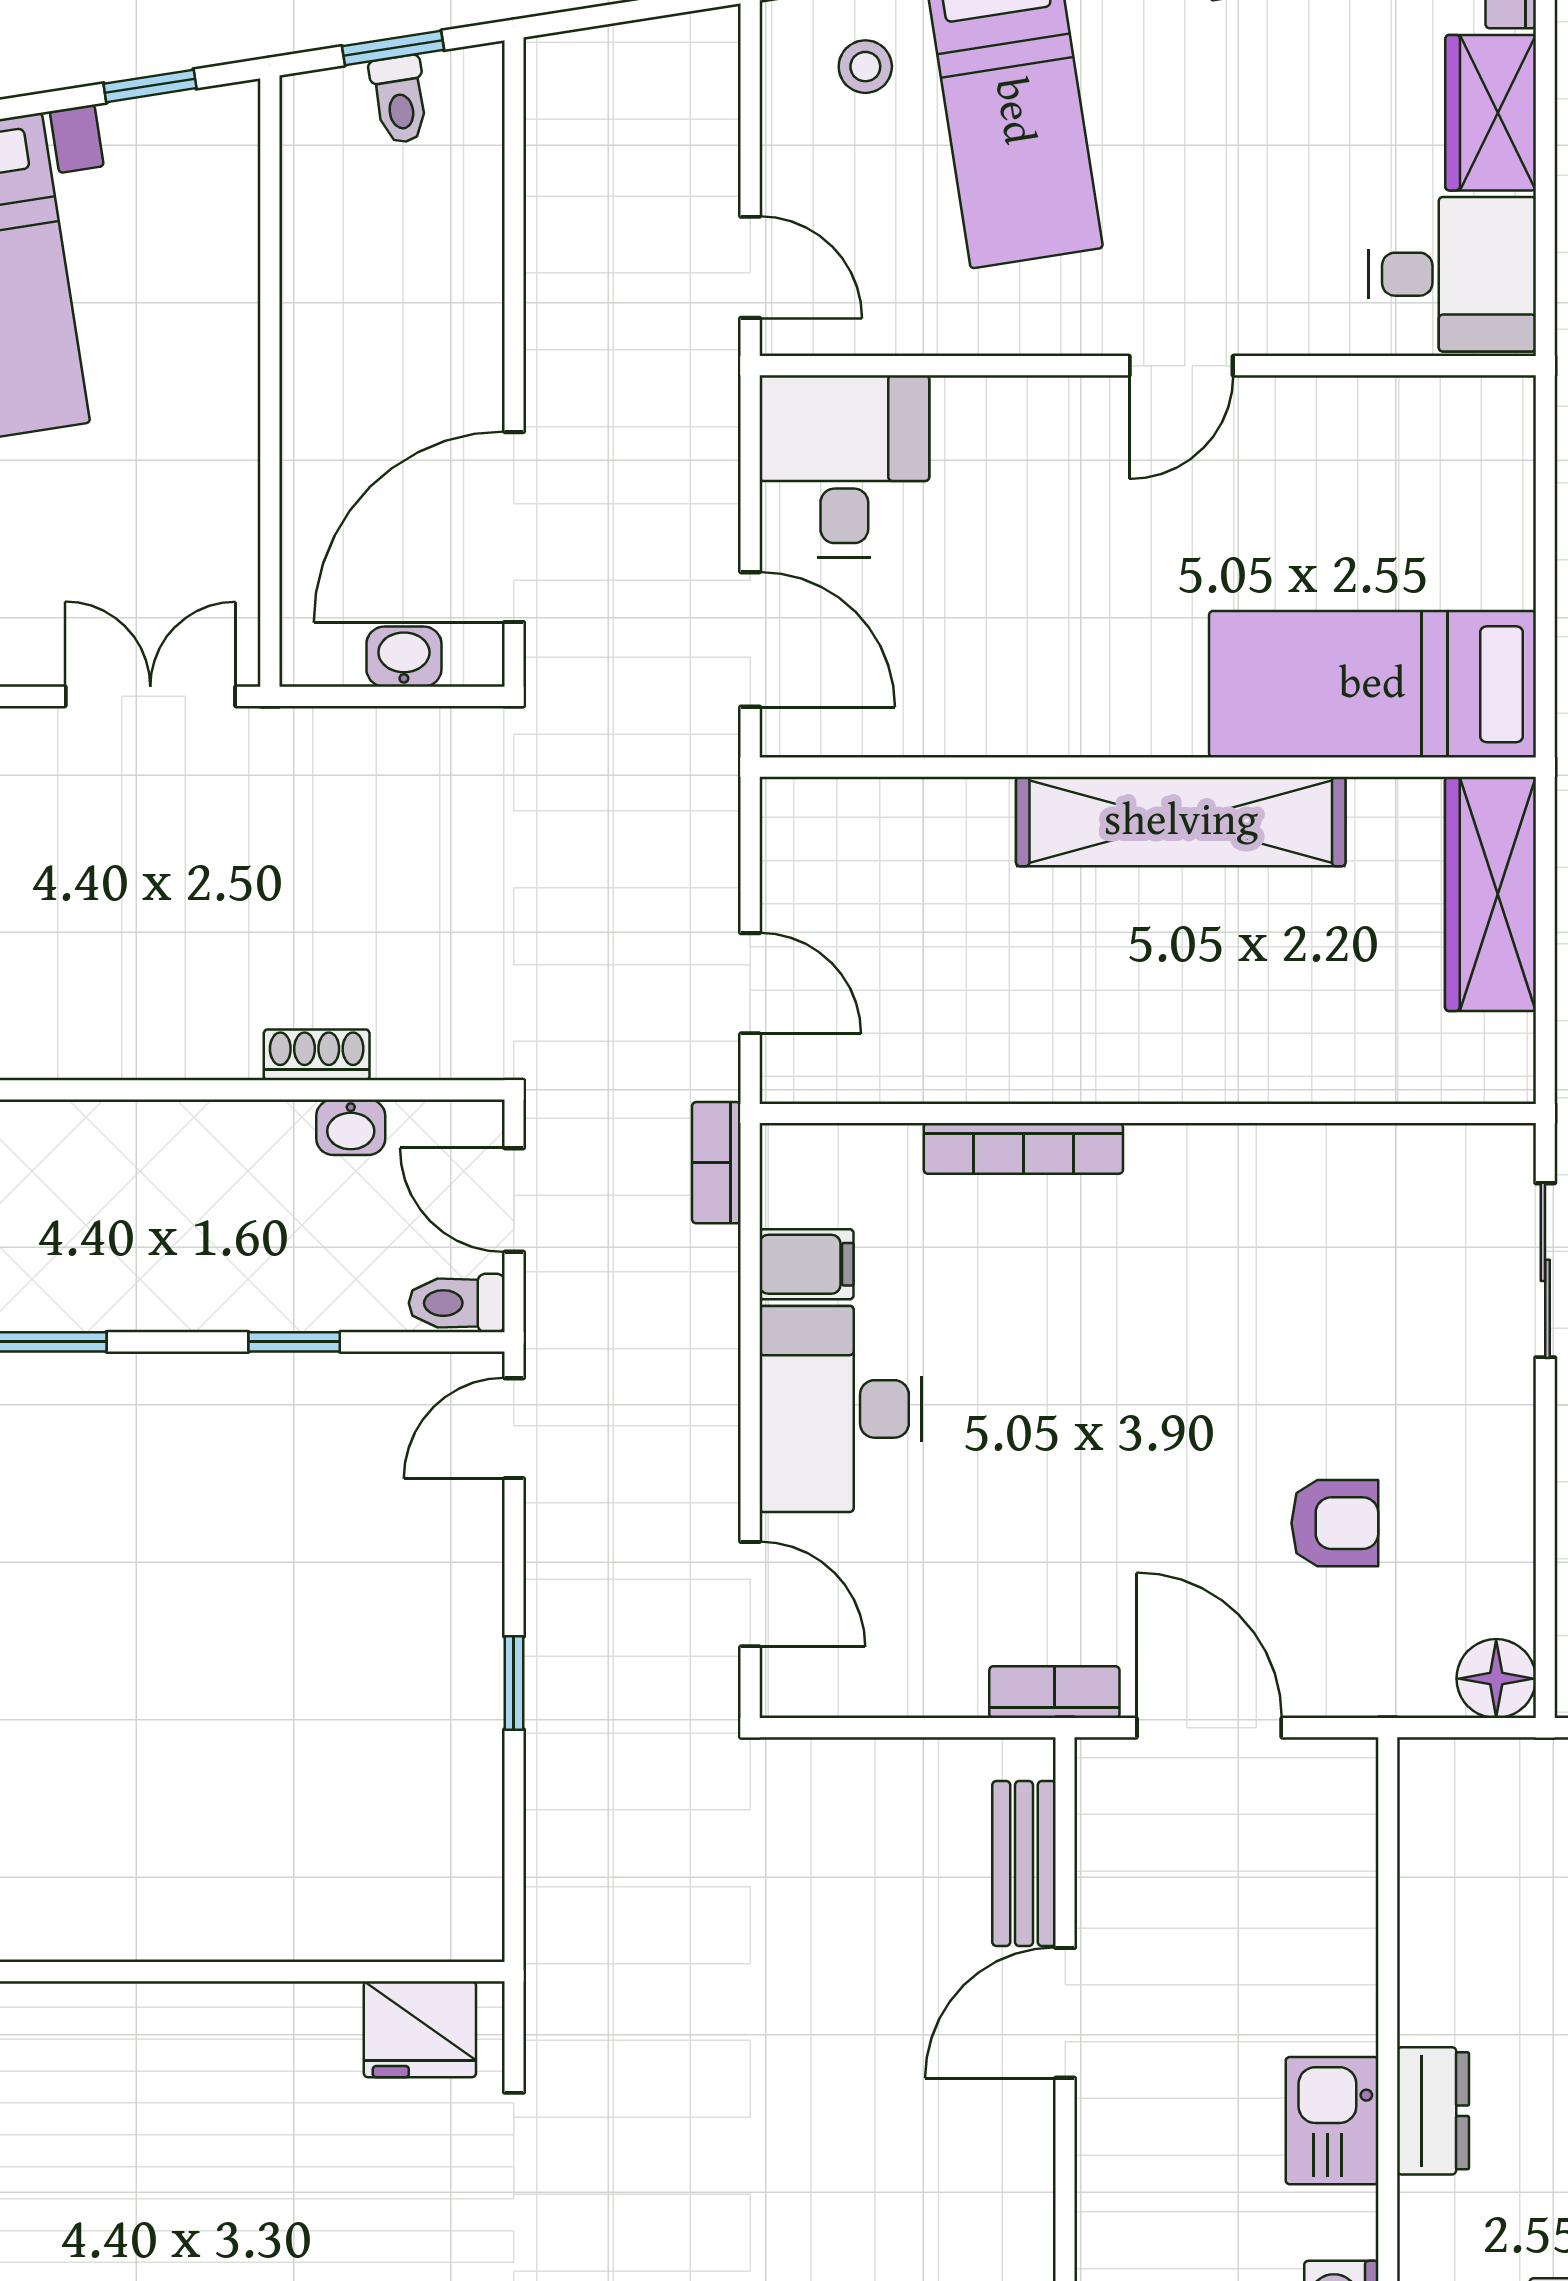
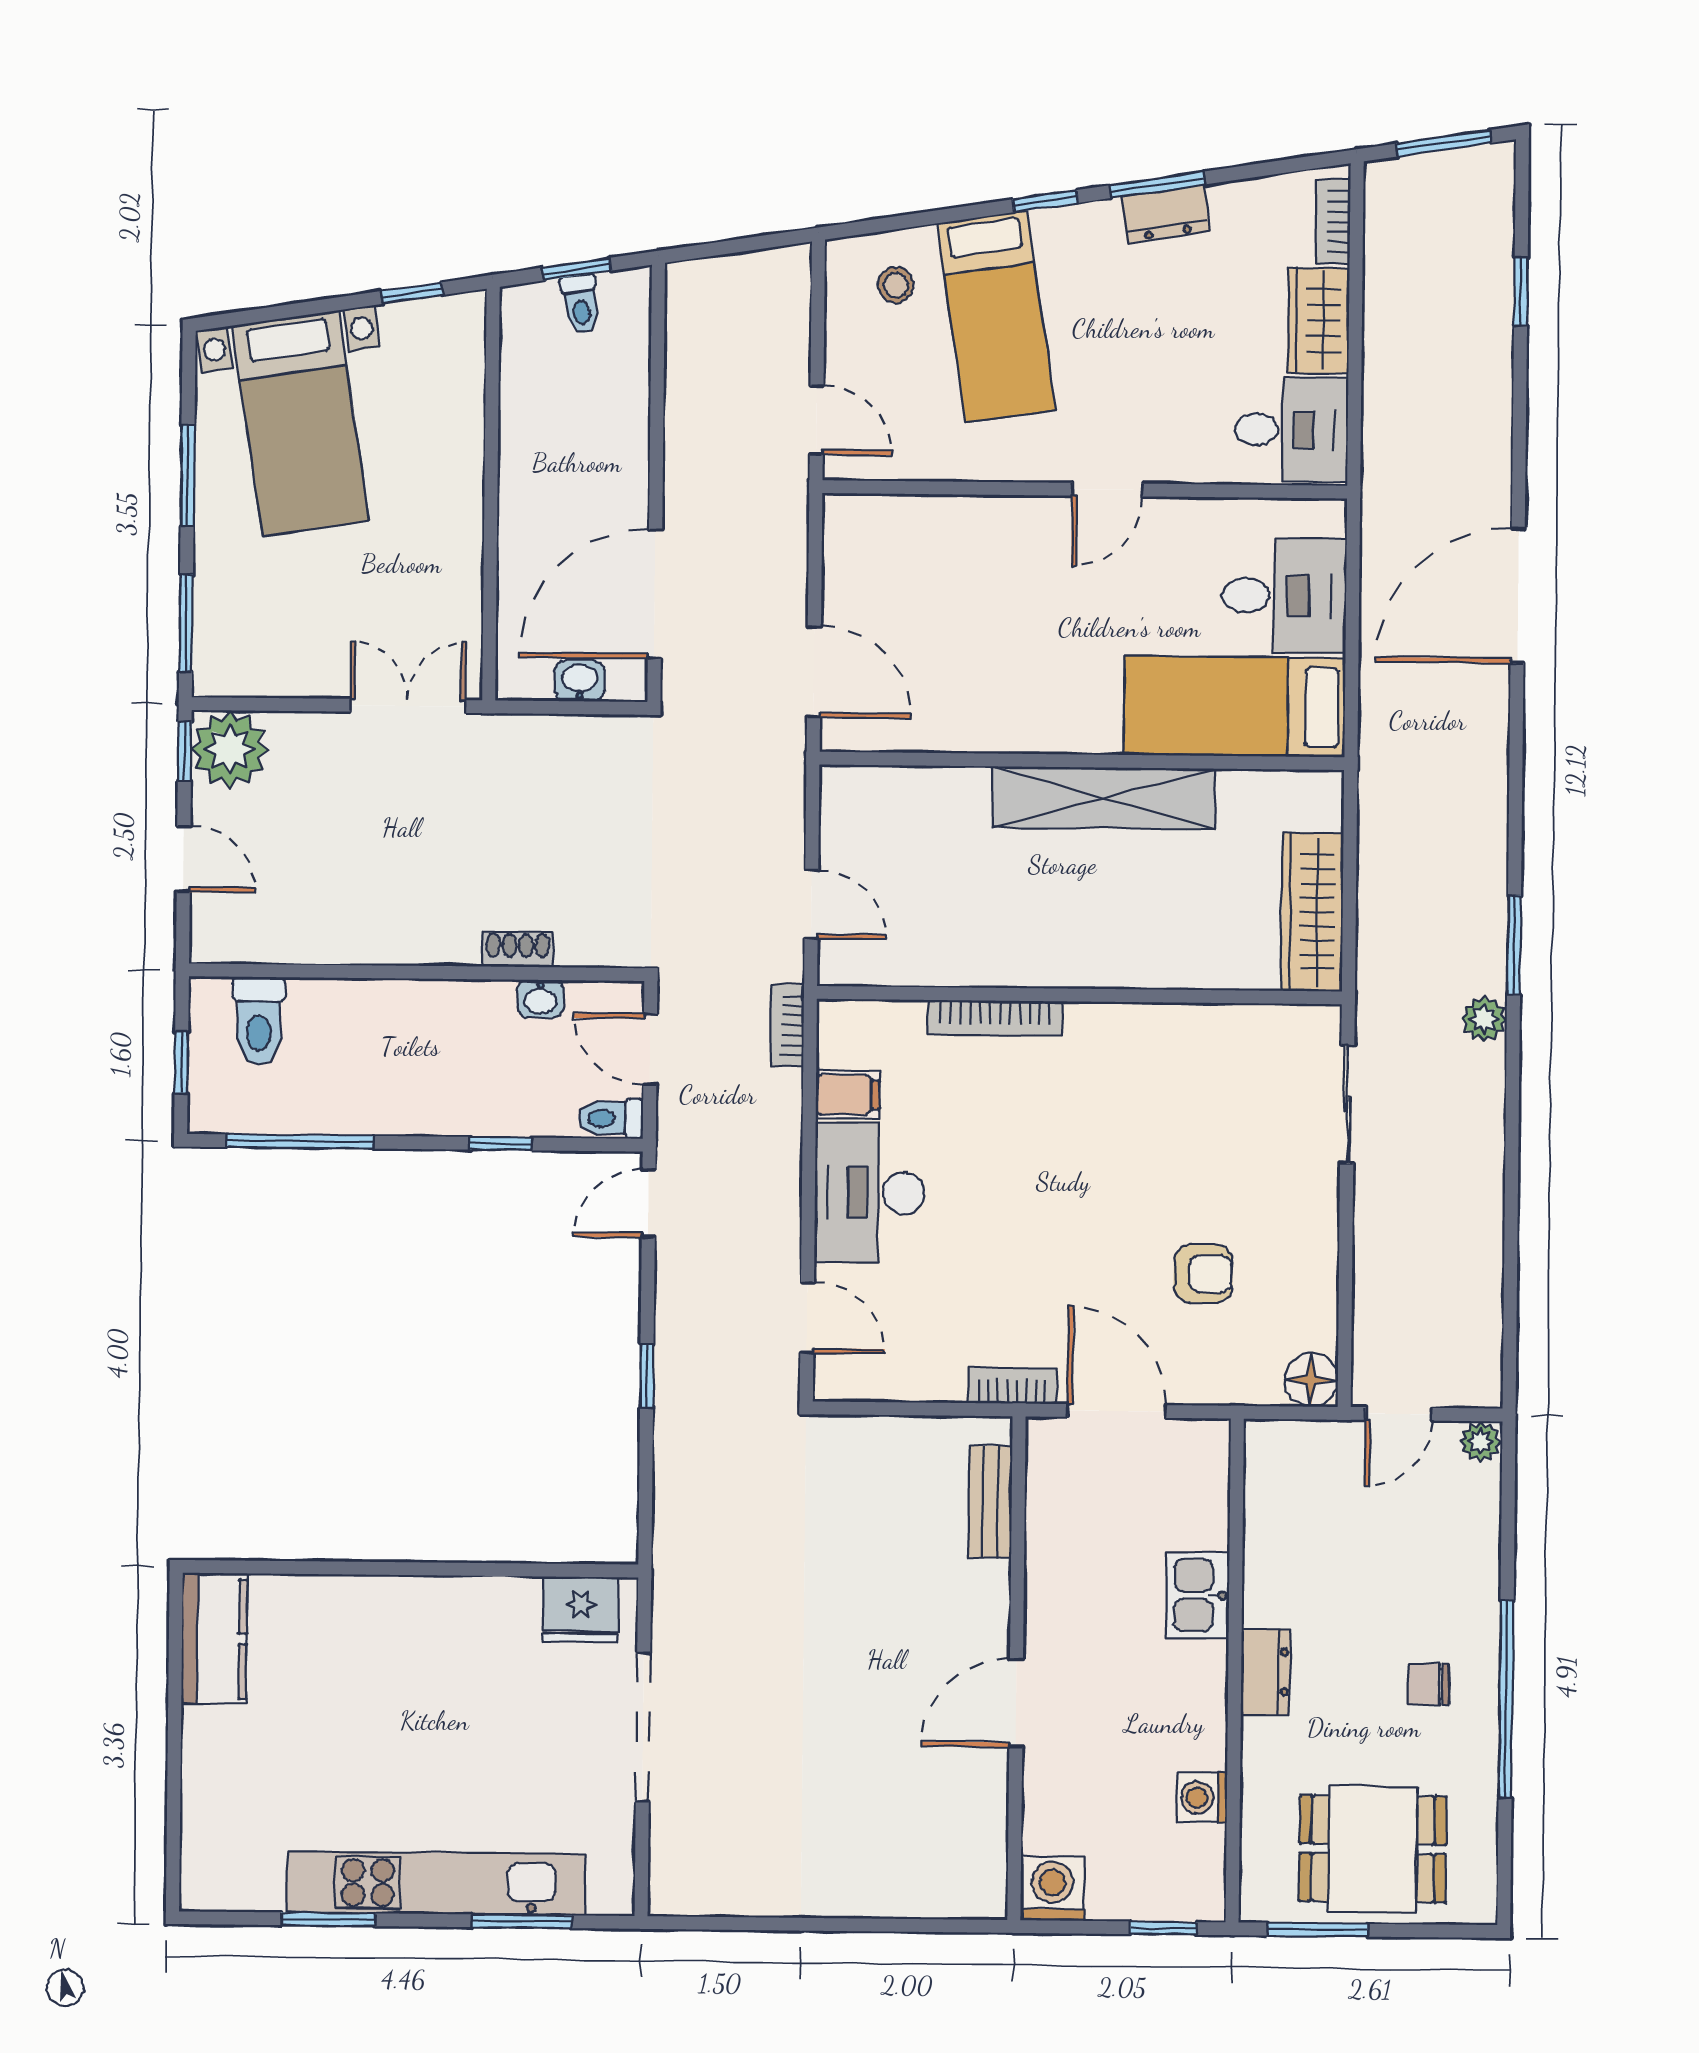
desk: (844, 466) -> (1284, 596), moved, turned 90
wardrobe: (1490, 894) -> (1312, 912), moved
door: (1065, 2013) -> (1016, 1703), moved
kitchen sink: (1332, 2121) -> (1198, 1595), moved

